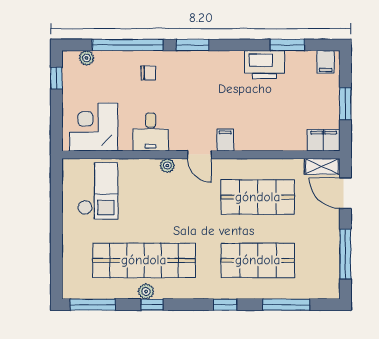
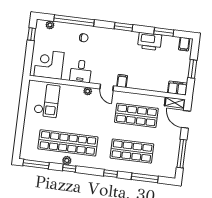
window: (193, 45) -> (124, 27), moved

